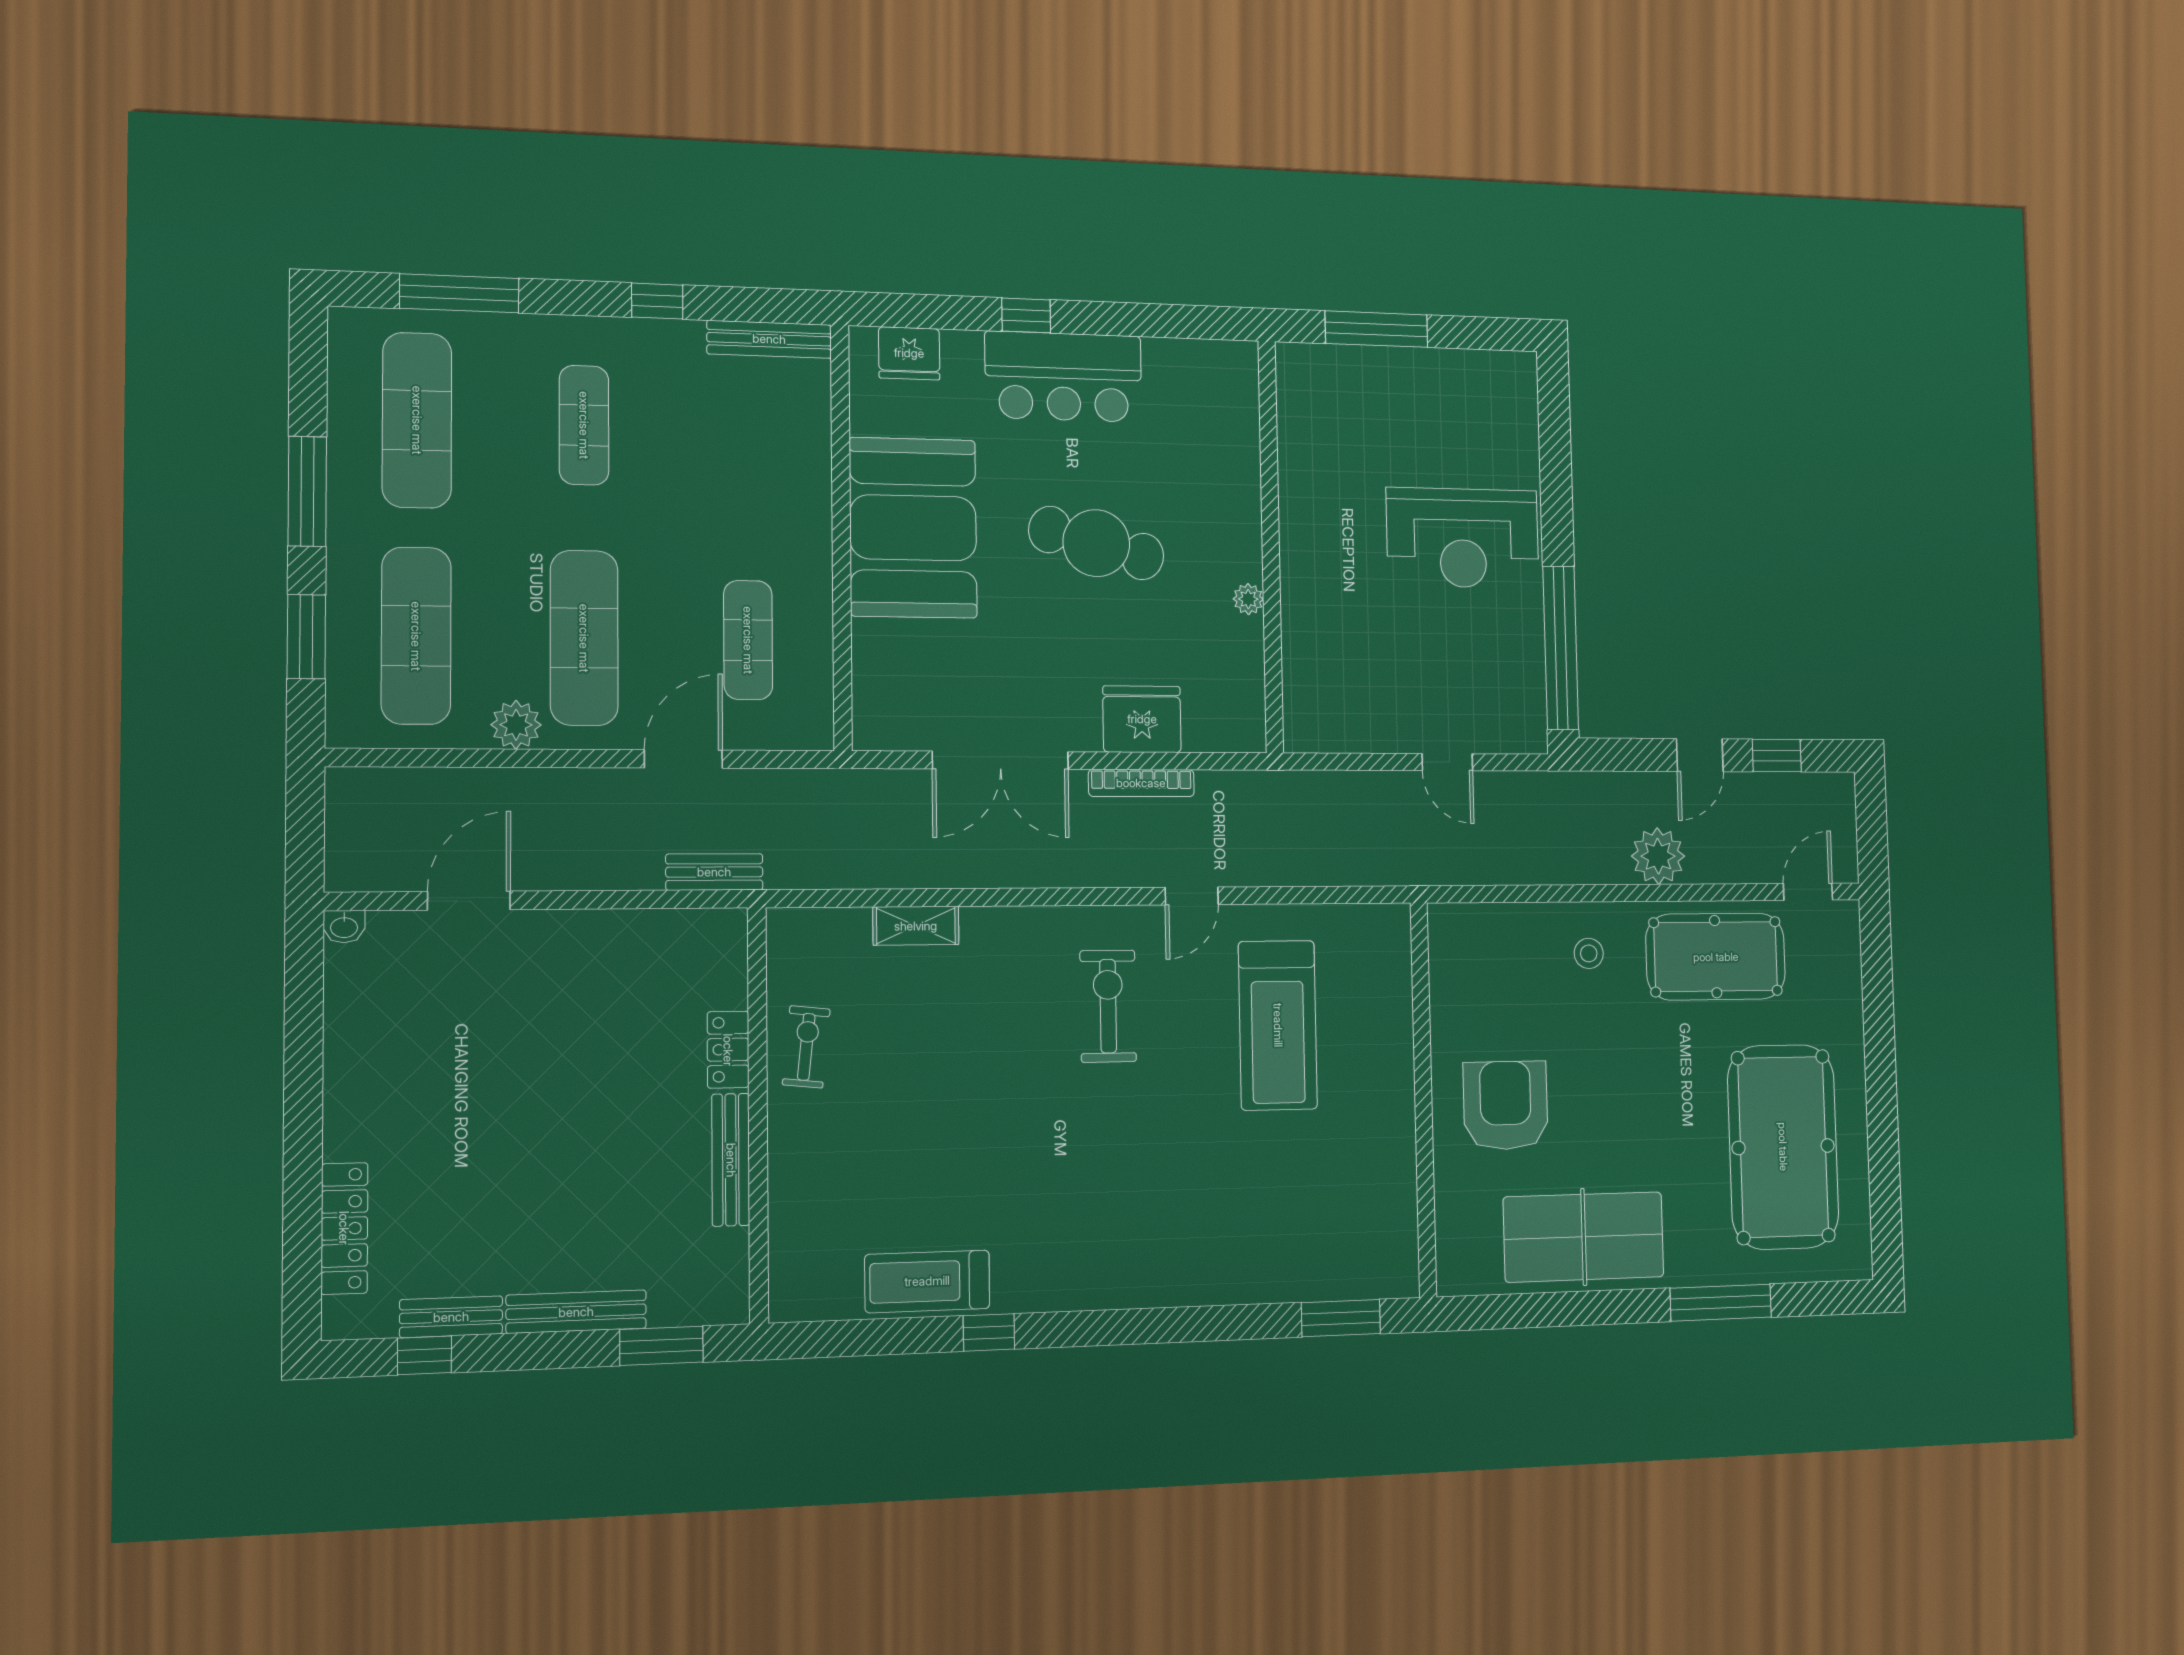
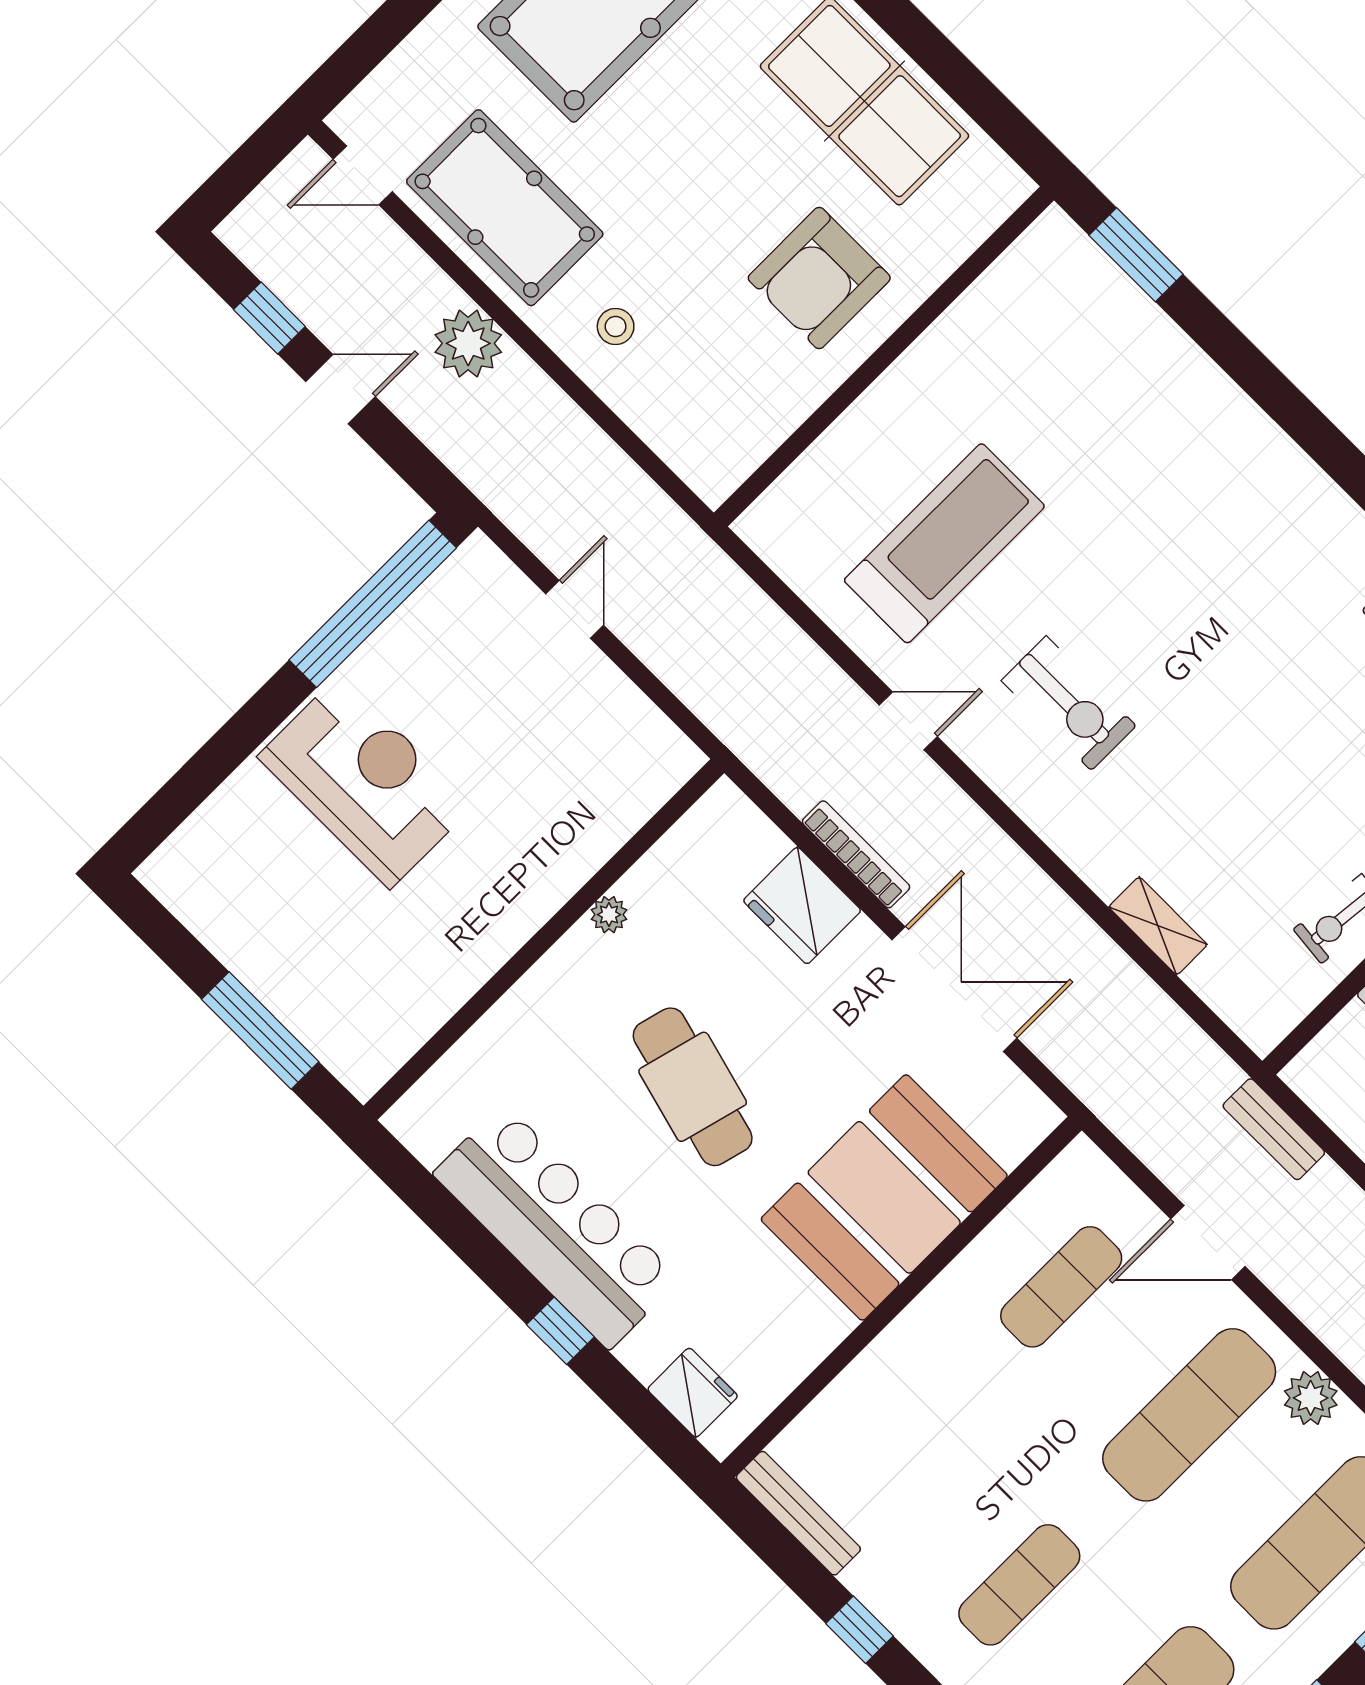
bar counter: (1064, 377) -> (556, 1226), width x1.36
booth: (913, 528) -> (884, 1197), moved
exercise bike: (1108, 1006) -> (1069, 703), turned -90

